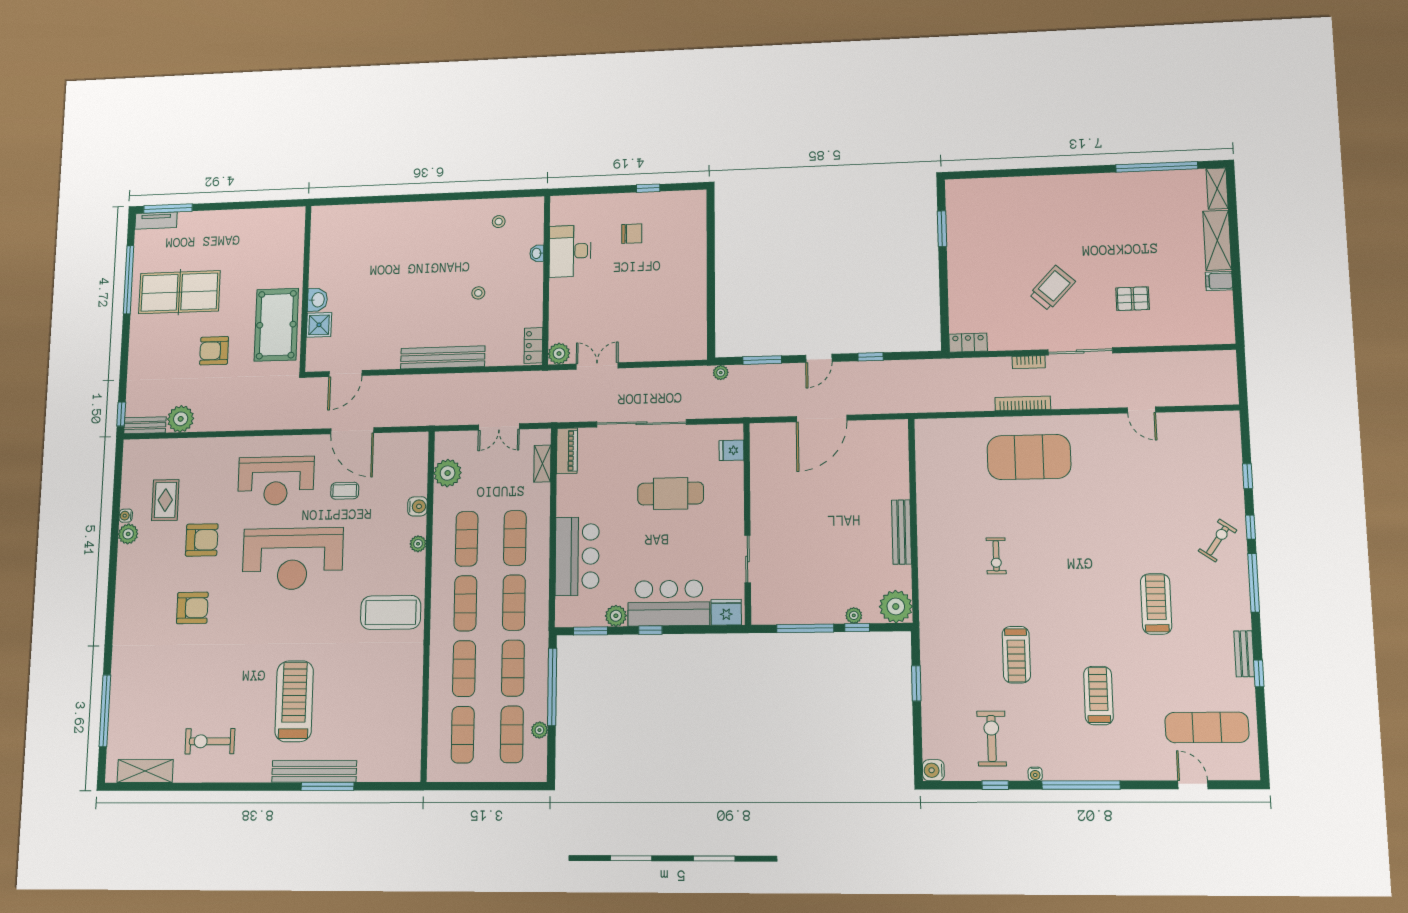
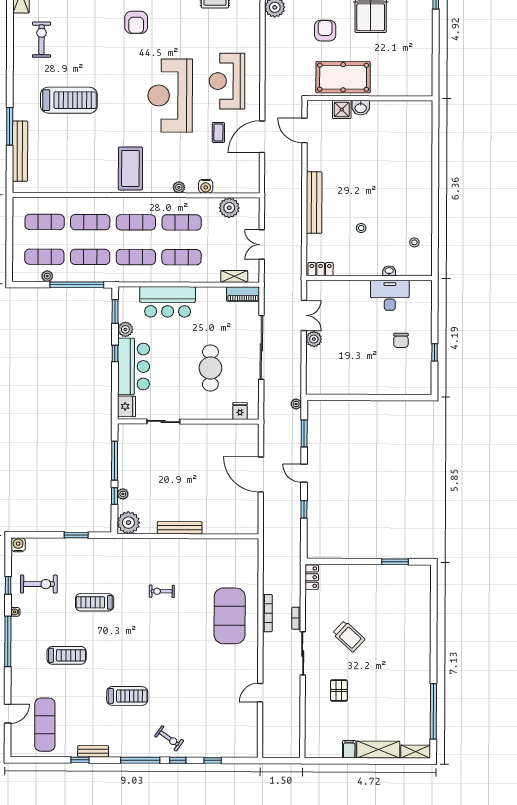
plant: (559, 354) -> (314, 339), moved
armchair: (202, 540) -> (185, 27), removed
bench: (314, 771) -> (20, 151), moved

